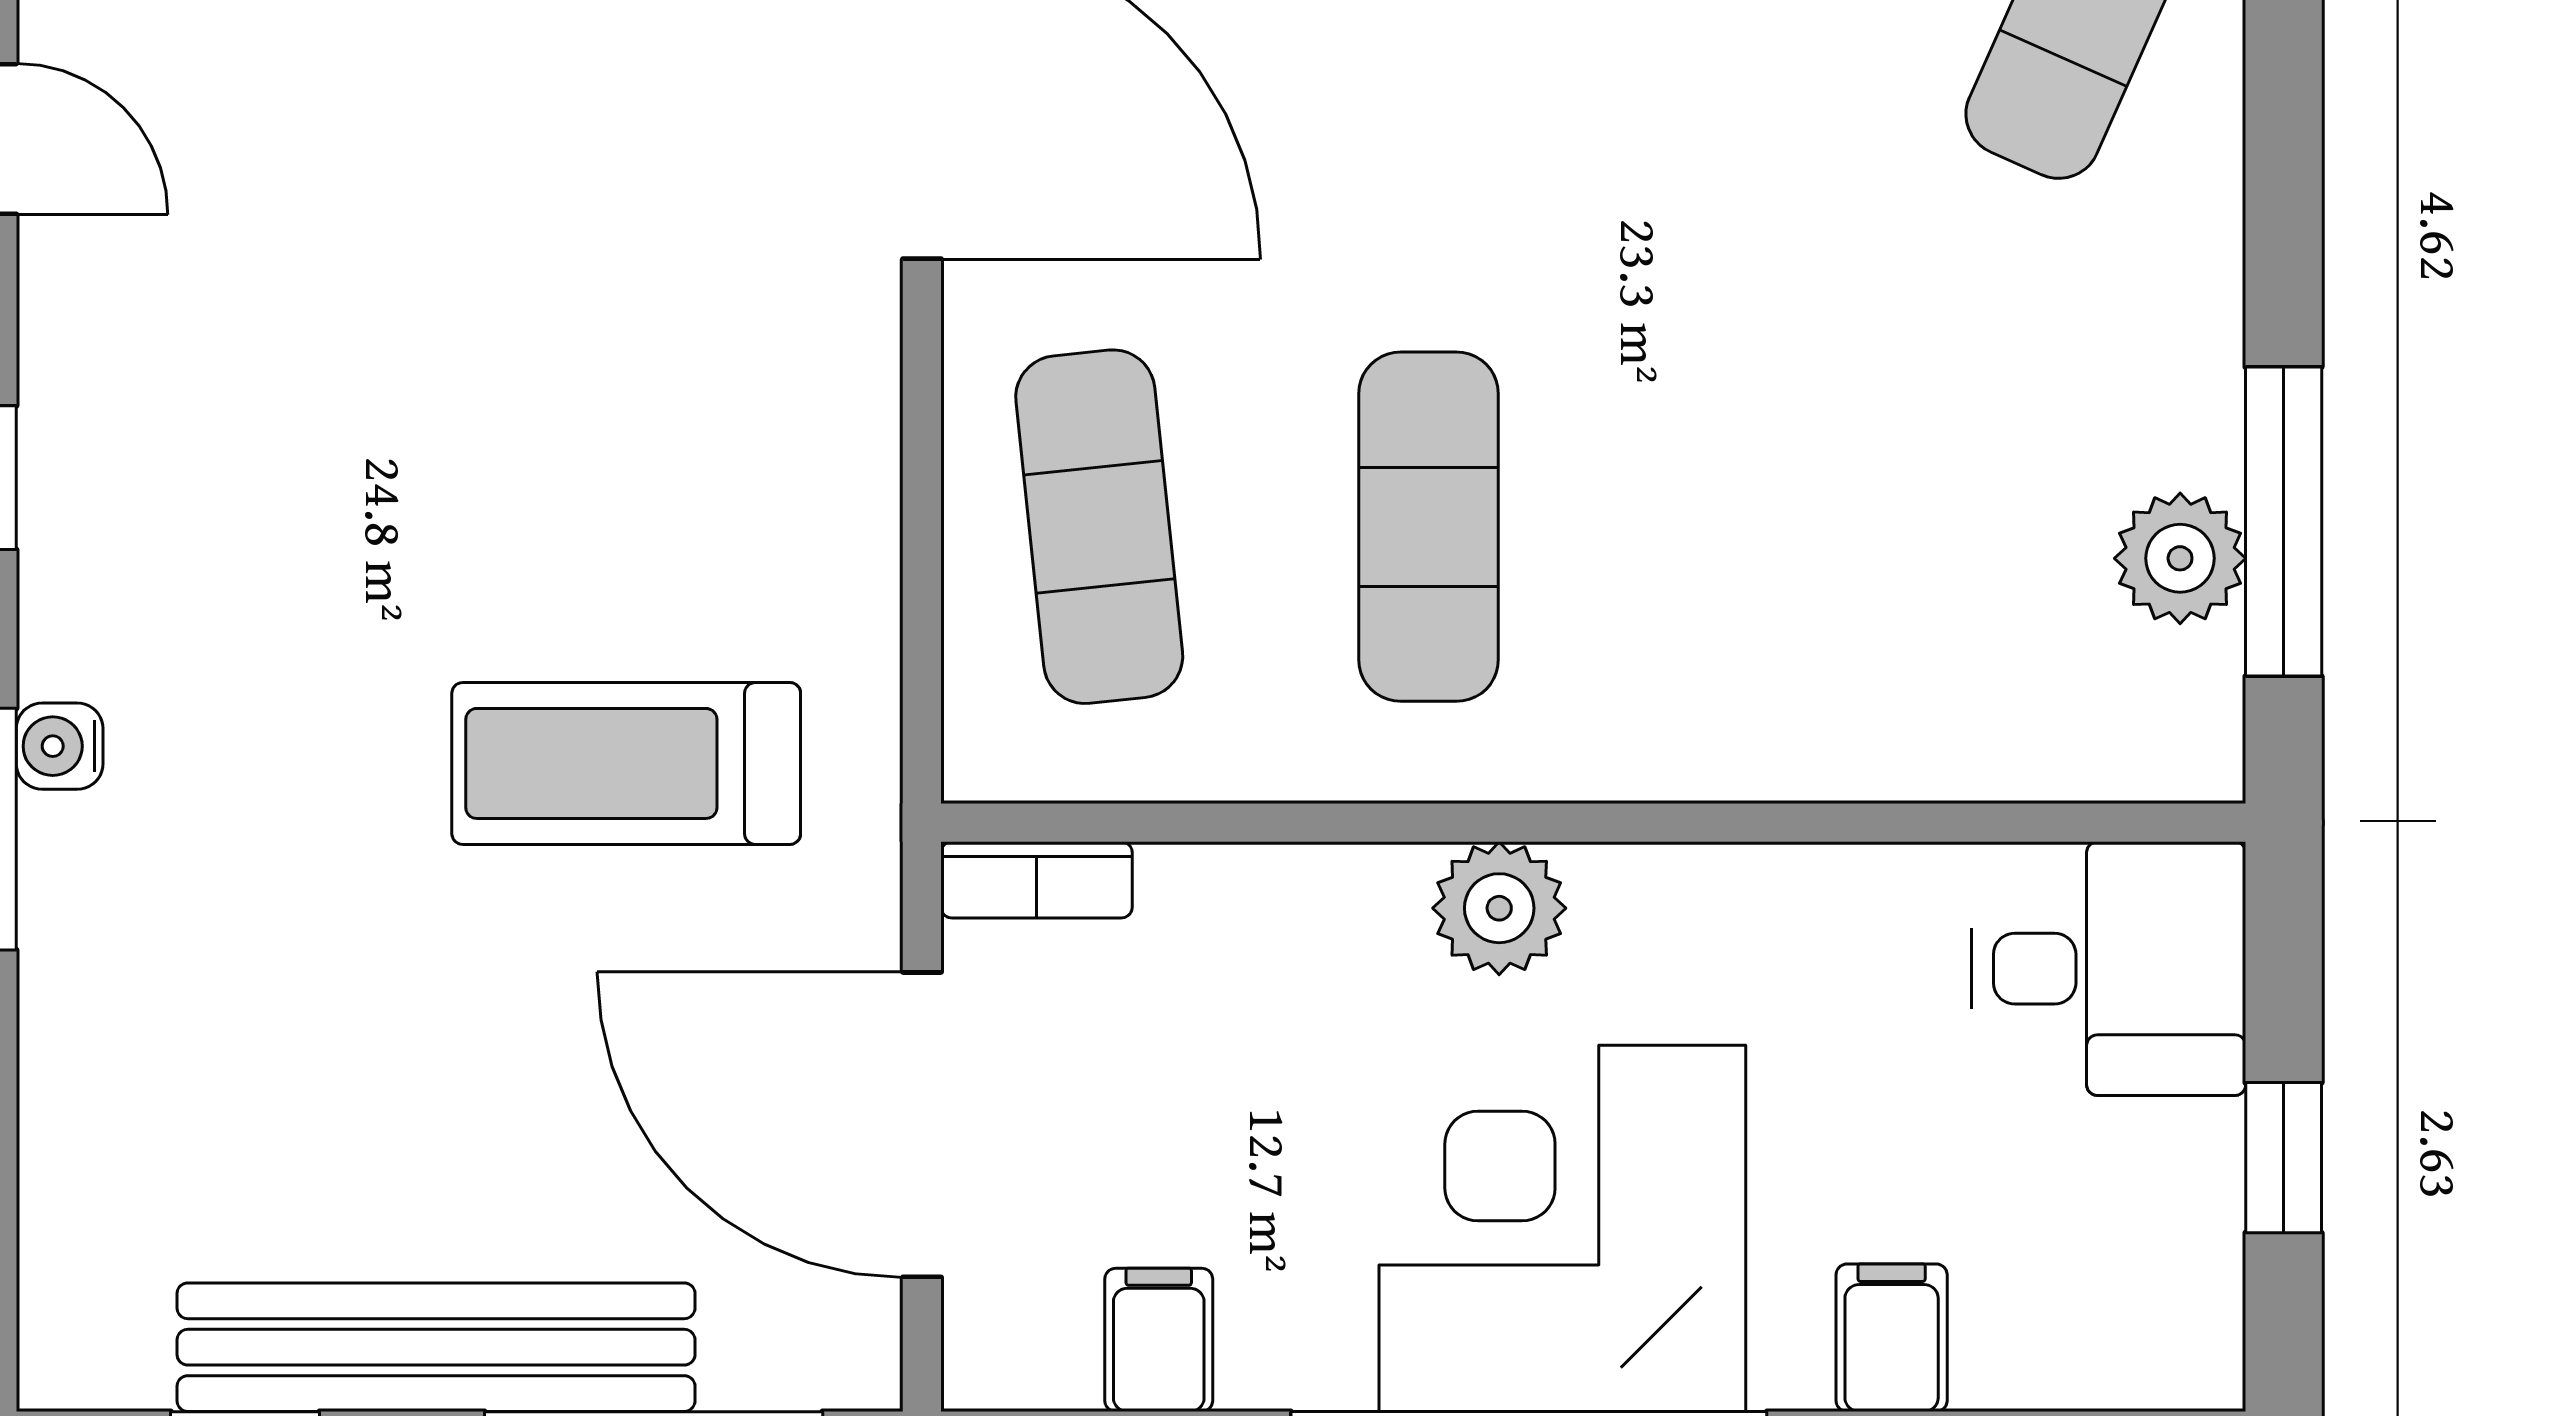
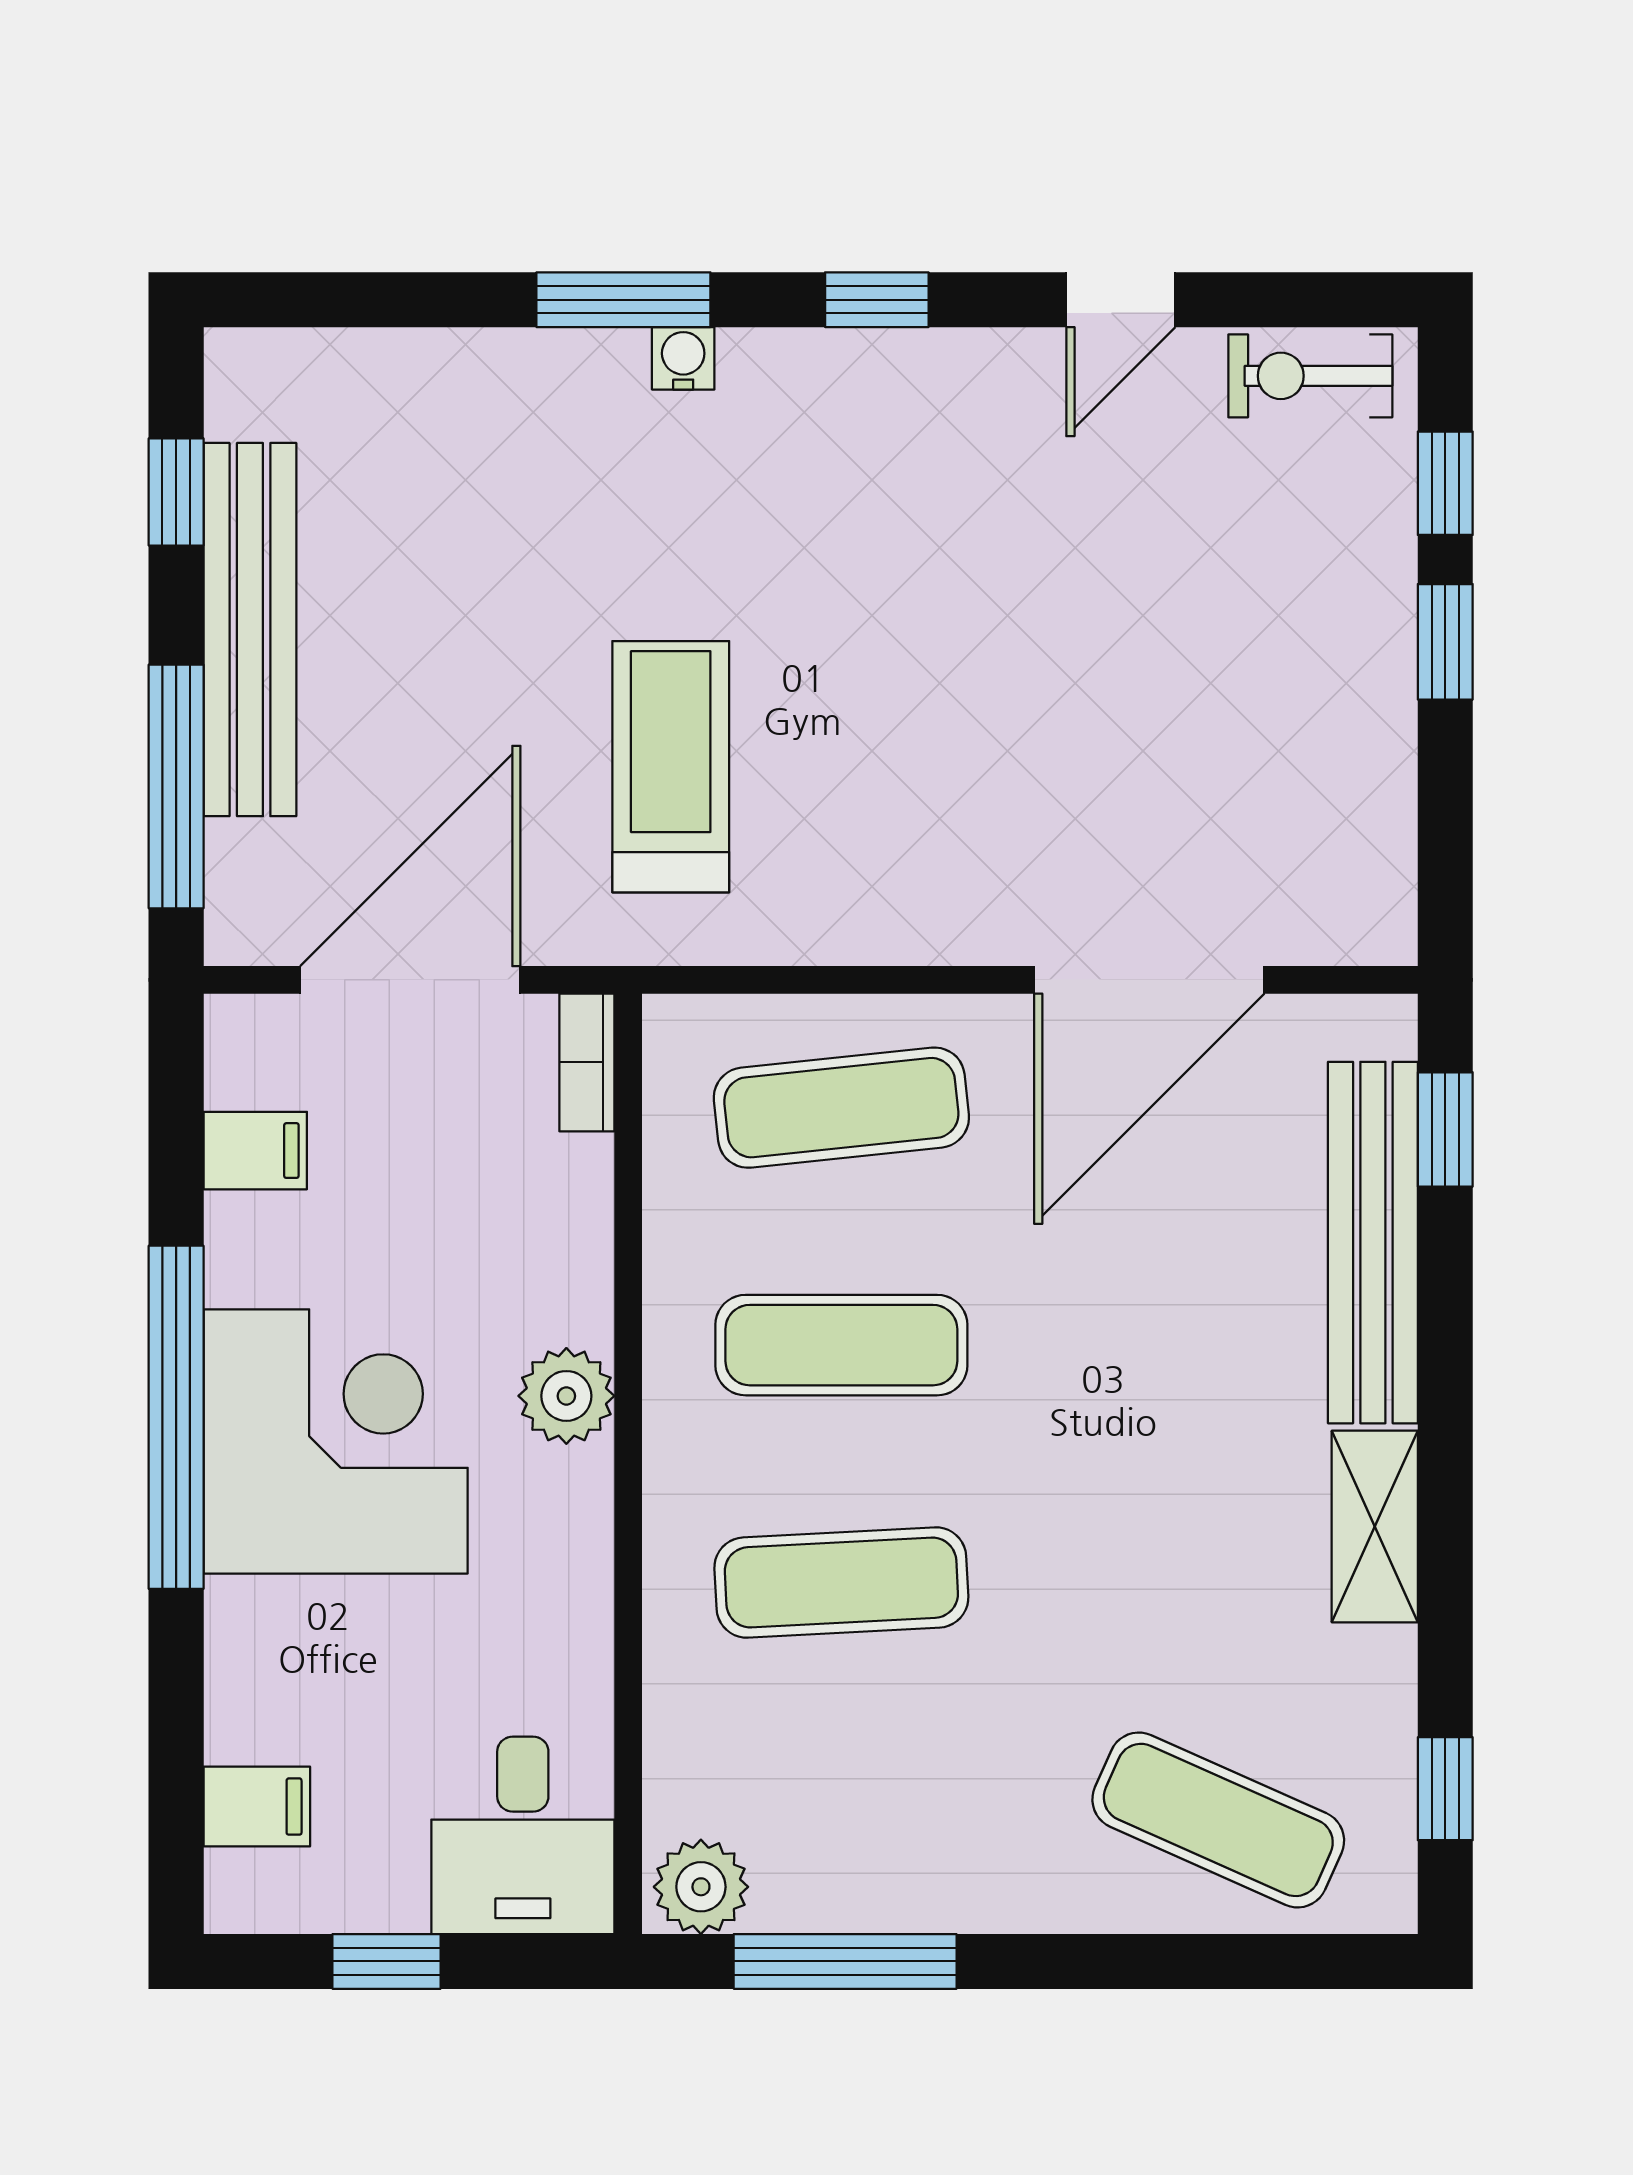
exercise mat: (1758, 527) -> (841, 1583), added
plant: (2180, 558) -> (701, 1887), moved
filing cabinet: (1892, 1338) -> (257, 1807), moved

